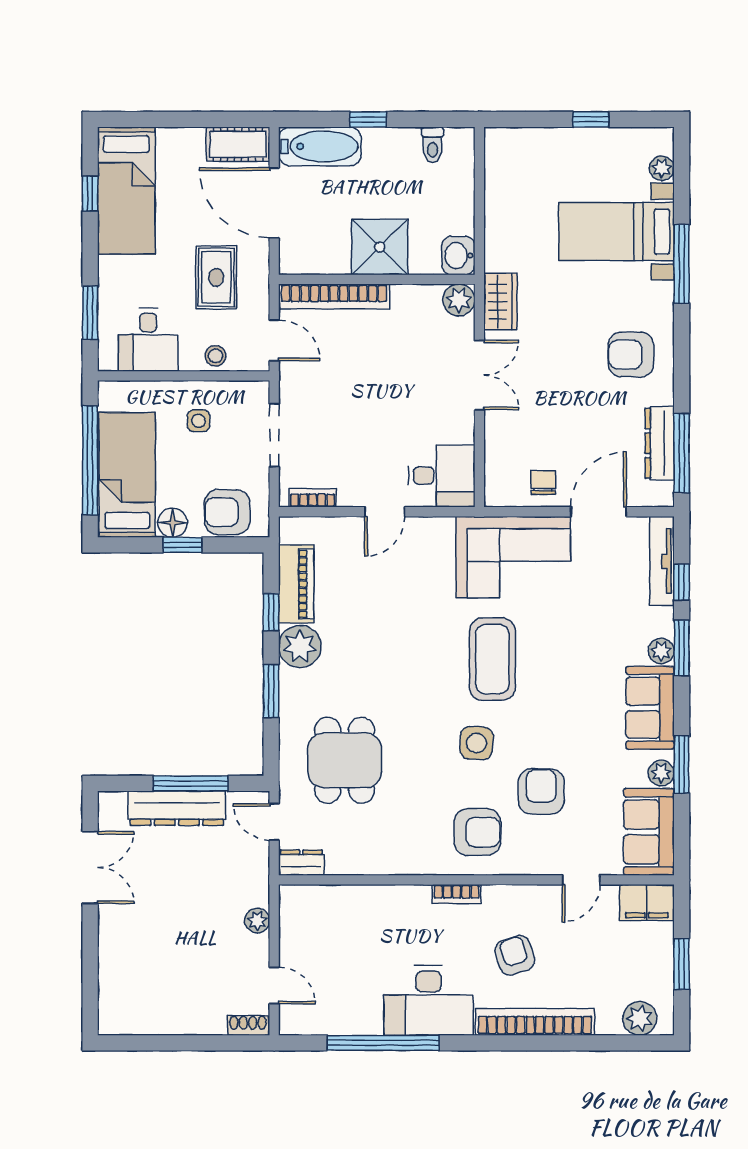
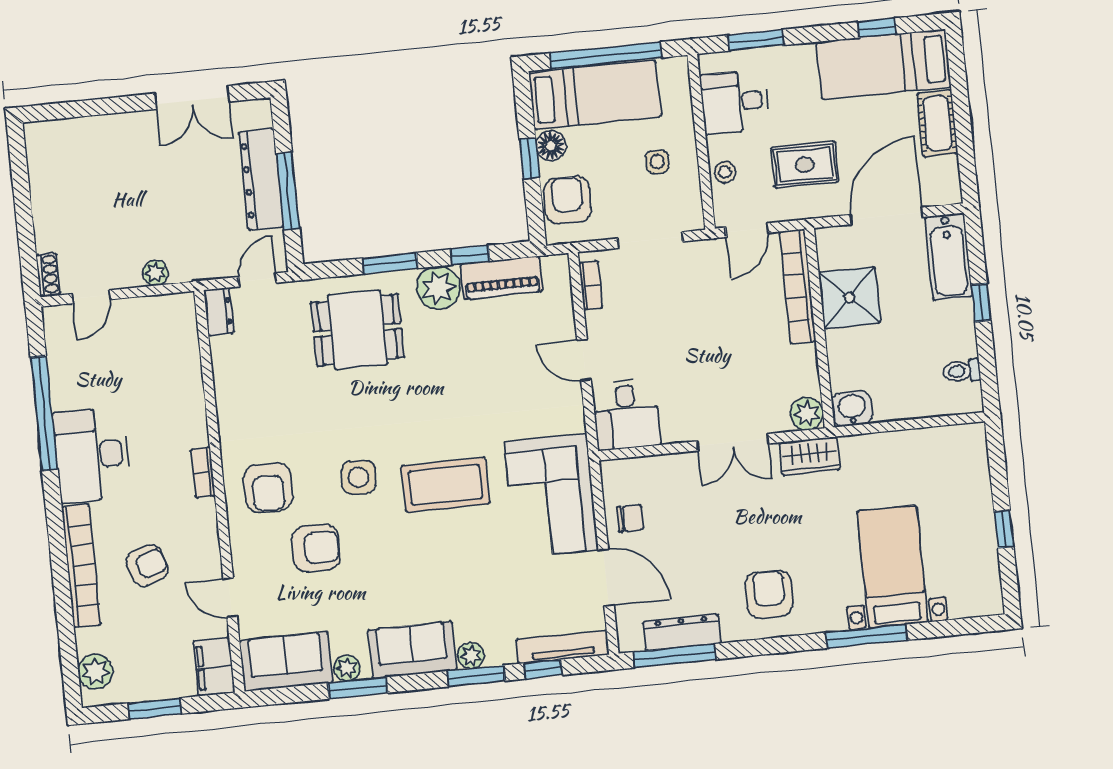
cot: (238, 144) -> (937, 123), moved
plant: (662, 168) -> (962, 606), removed
shower: (380, 247) -> (849, 298), moved
dining table: (345, 760) -> (357, 330), moved
armchair: (515, 955) -> (147, 565), moved

